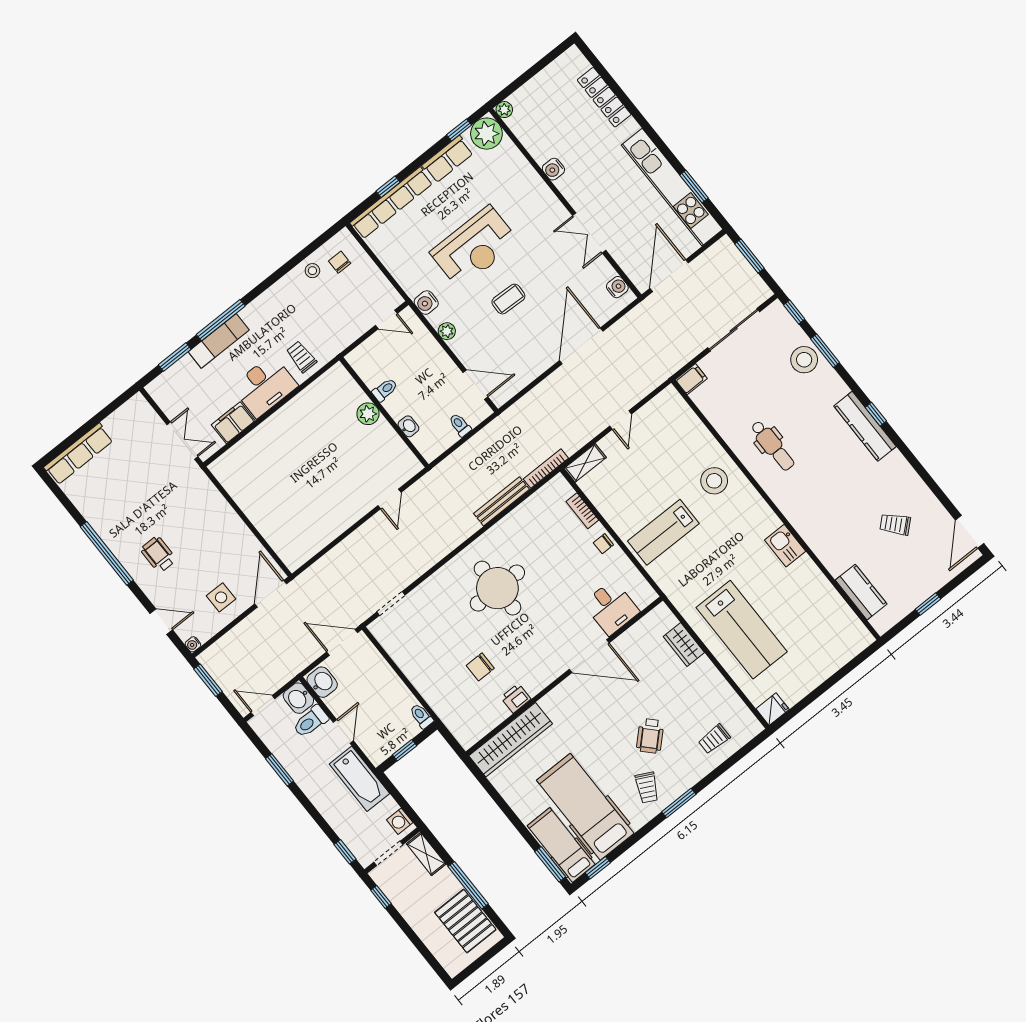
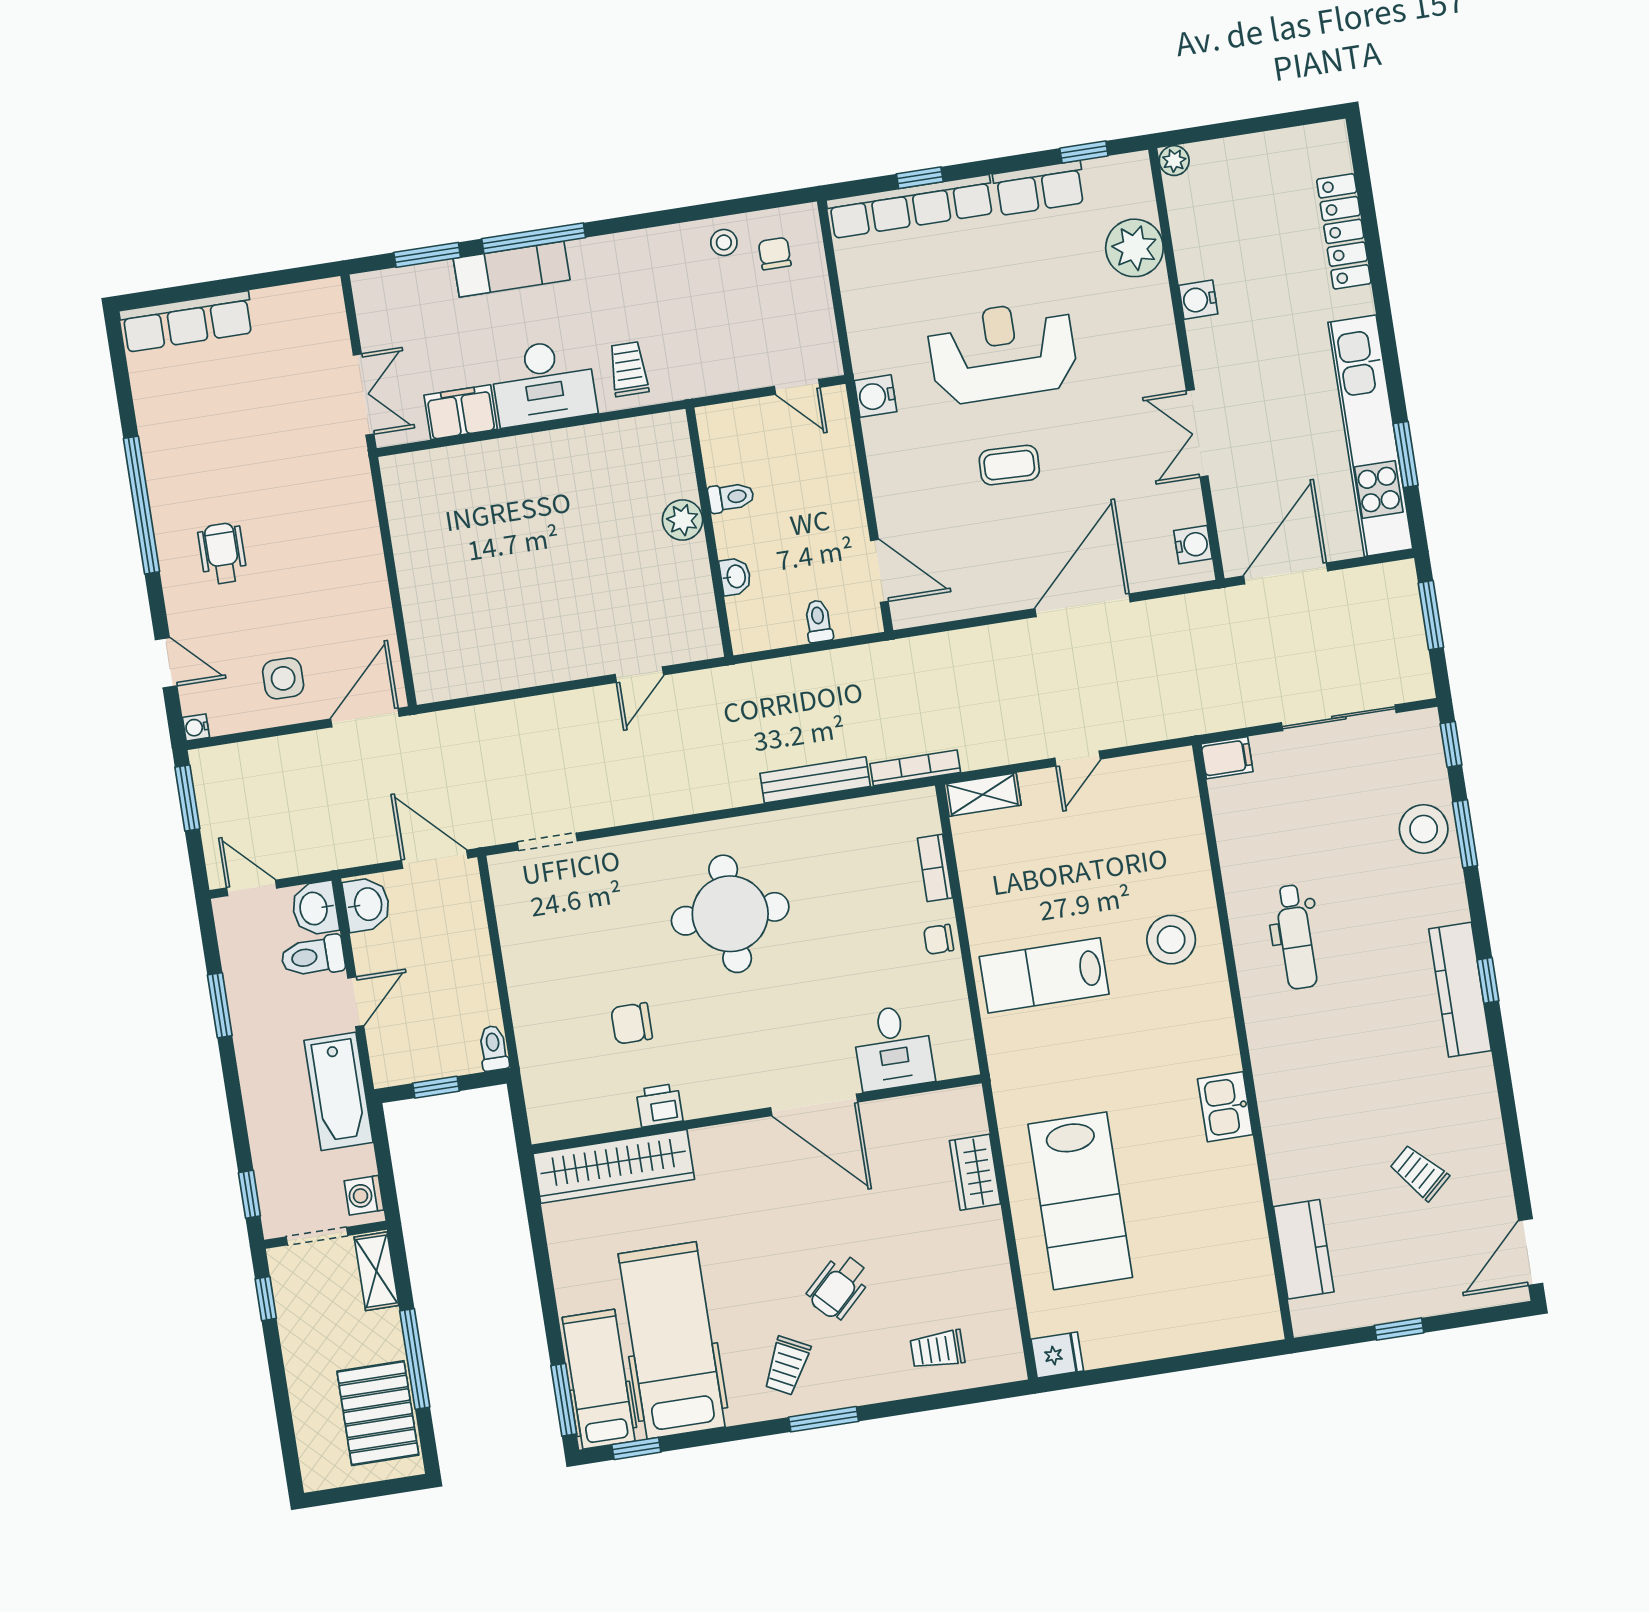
plant: (486, 134) -> (1134, 248), moved
reception desk: (474, 247) -> (1002, 352), turned 180
plant: (447, 331) -> (882, 460), removed

